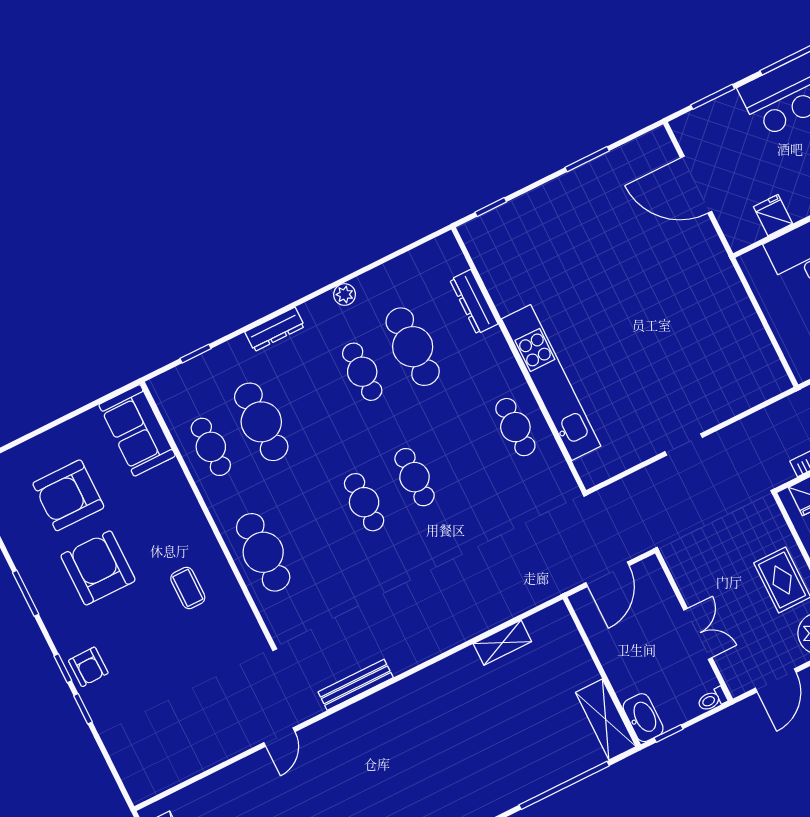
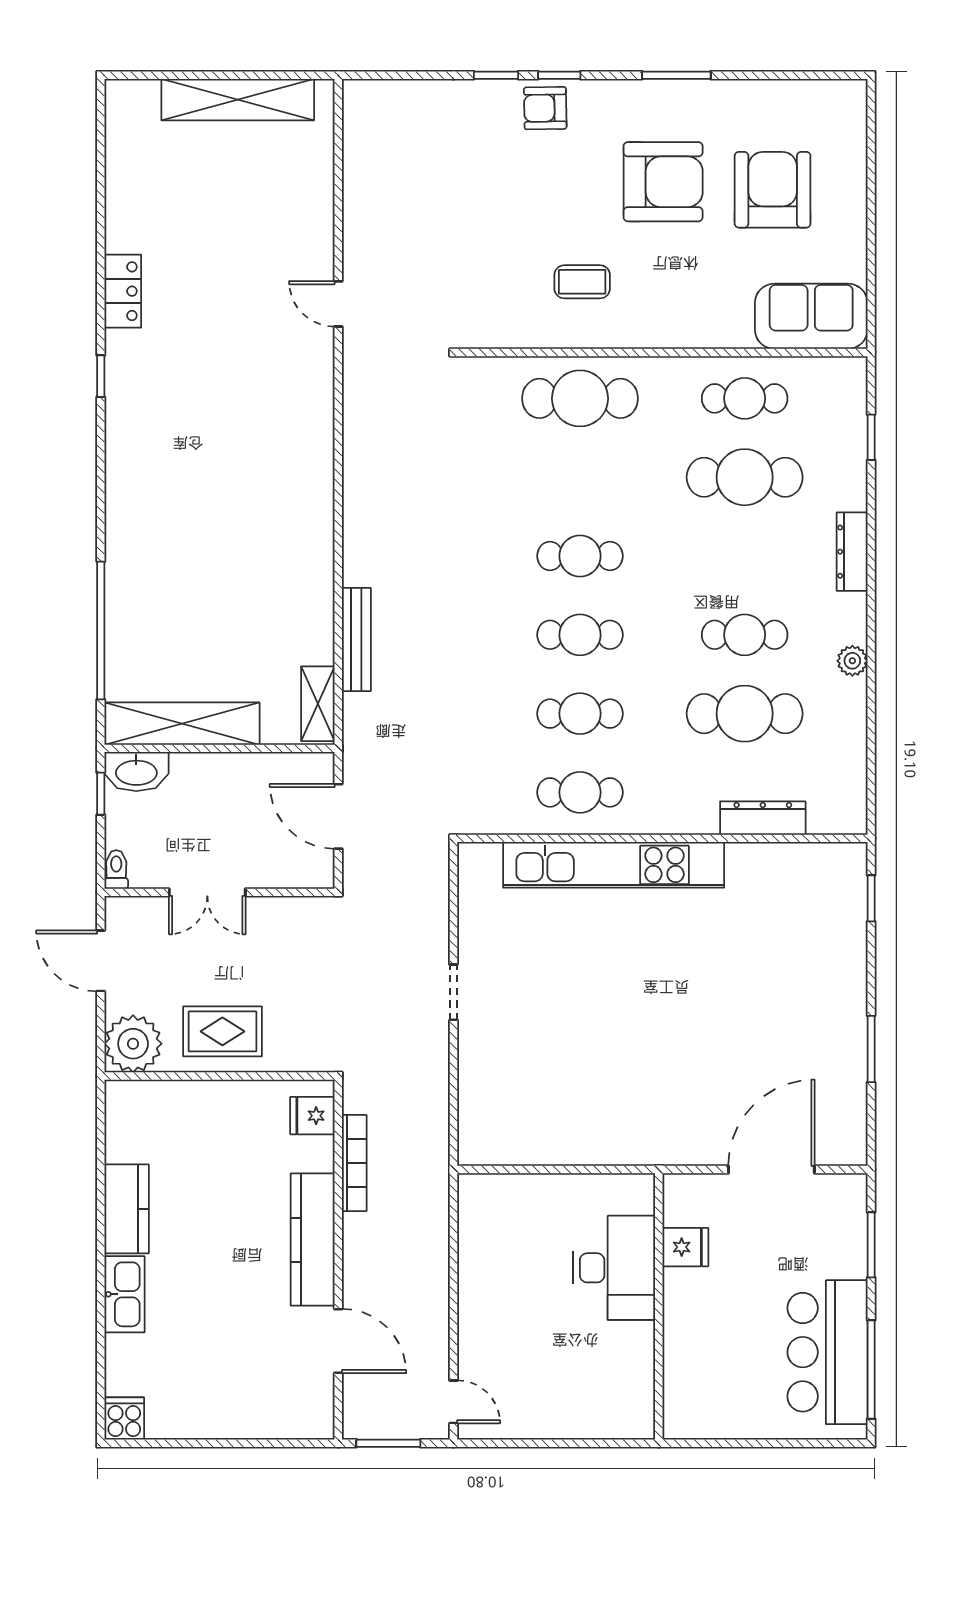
cafe table: (465, 452) -> (580, 714), added
shelving: (502, 643) -> (318, 704), moved
bench: (356, 685) -> (356, 639), moved
shelving: (606, 720) -> (182, 724), width x1.47

